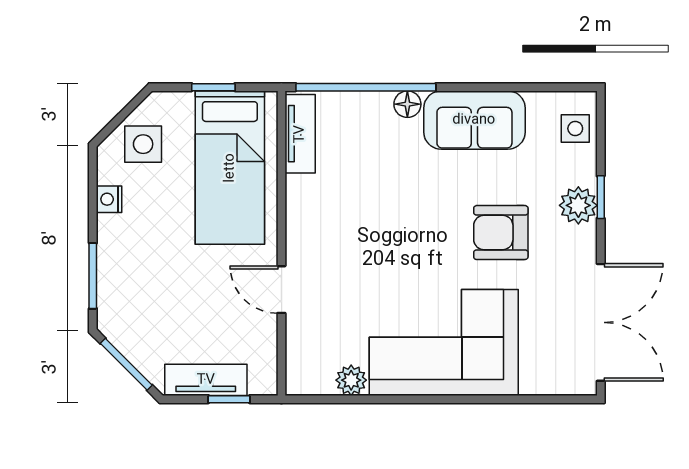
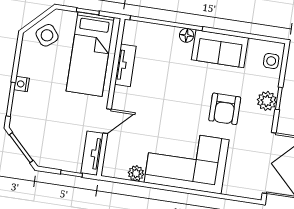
tv unit: (300, 134) -> (125, 65), moved
side table: (143, 144) -> (47, 35), turned -38
nightstand: (109, 199) -> (22, 84), moved
armchair: (501, 233) -> (225, 109), turned -90
door: (281, 290) -> (107, 121), swing flipped
tv unit: (206, 380) -> (92, 153), moved, turned -90

